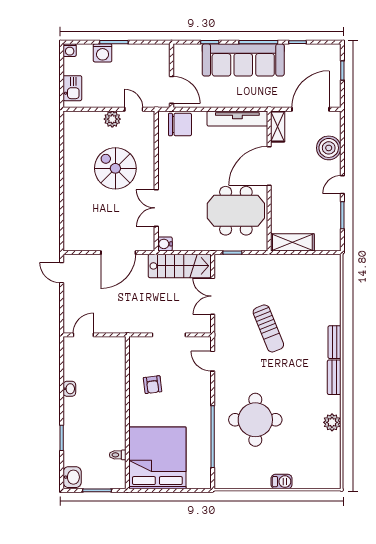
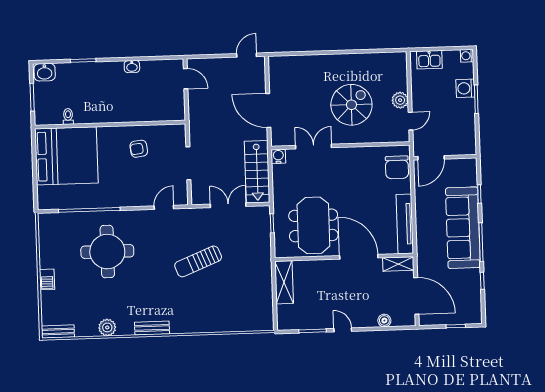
boiler: (329, 148) -> (384, 321), width x0.54, depth x0.54
bench: (334, 342) -> (58, 332), moved

